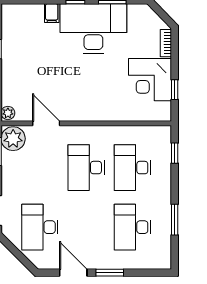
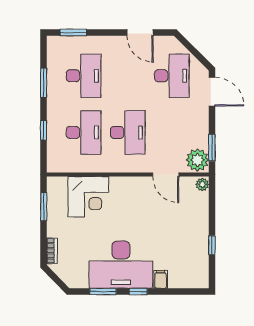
corner desk: (150, 80) -> (88, 197), moved, turned 90
window: (175, 90) -> (44, 207), width x1.50
window: (175, 153) -> (44, 130), moved
window: (110, 273) -> (73, 32), moved

